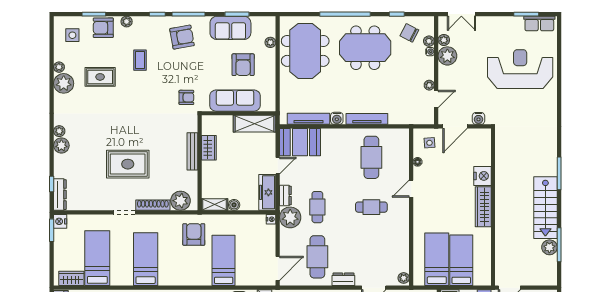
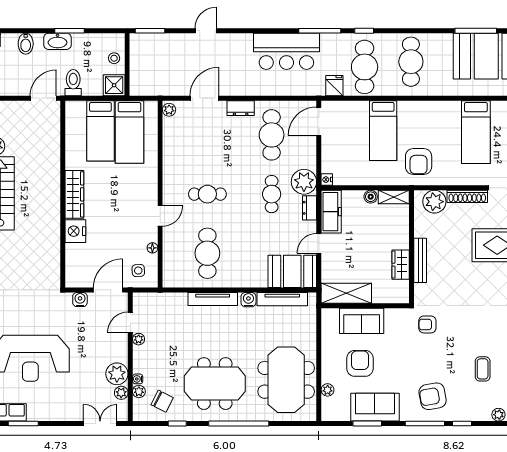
sofa: (235, 101) -> (362, 321), width x0.73

